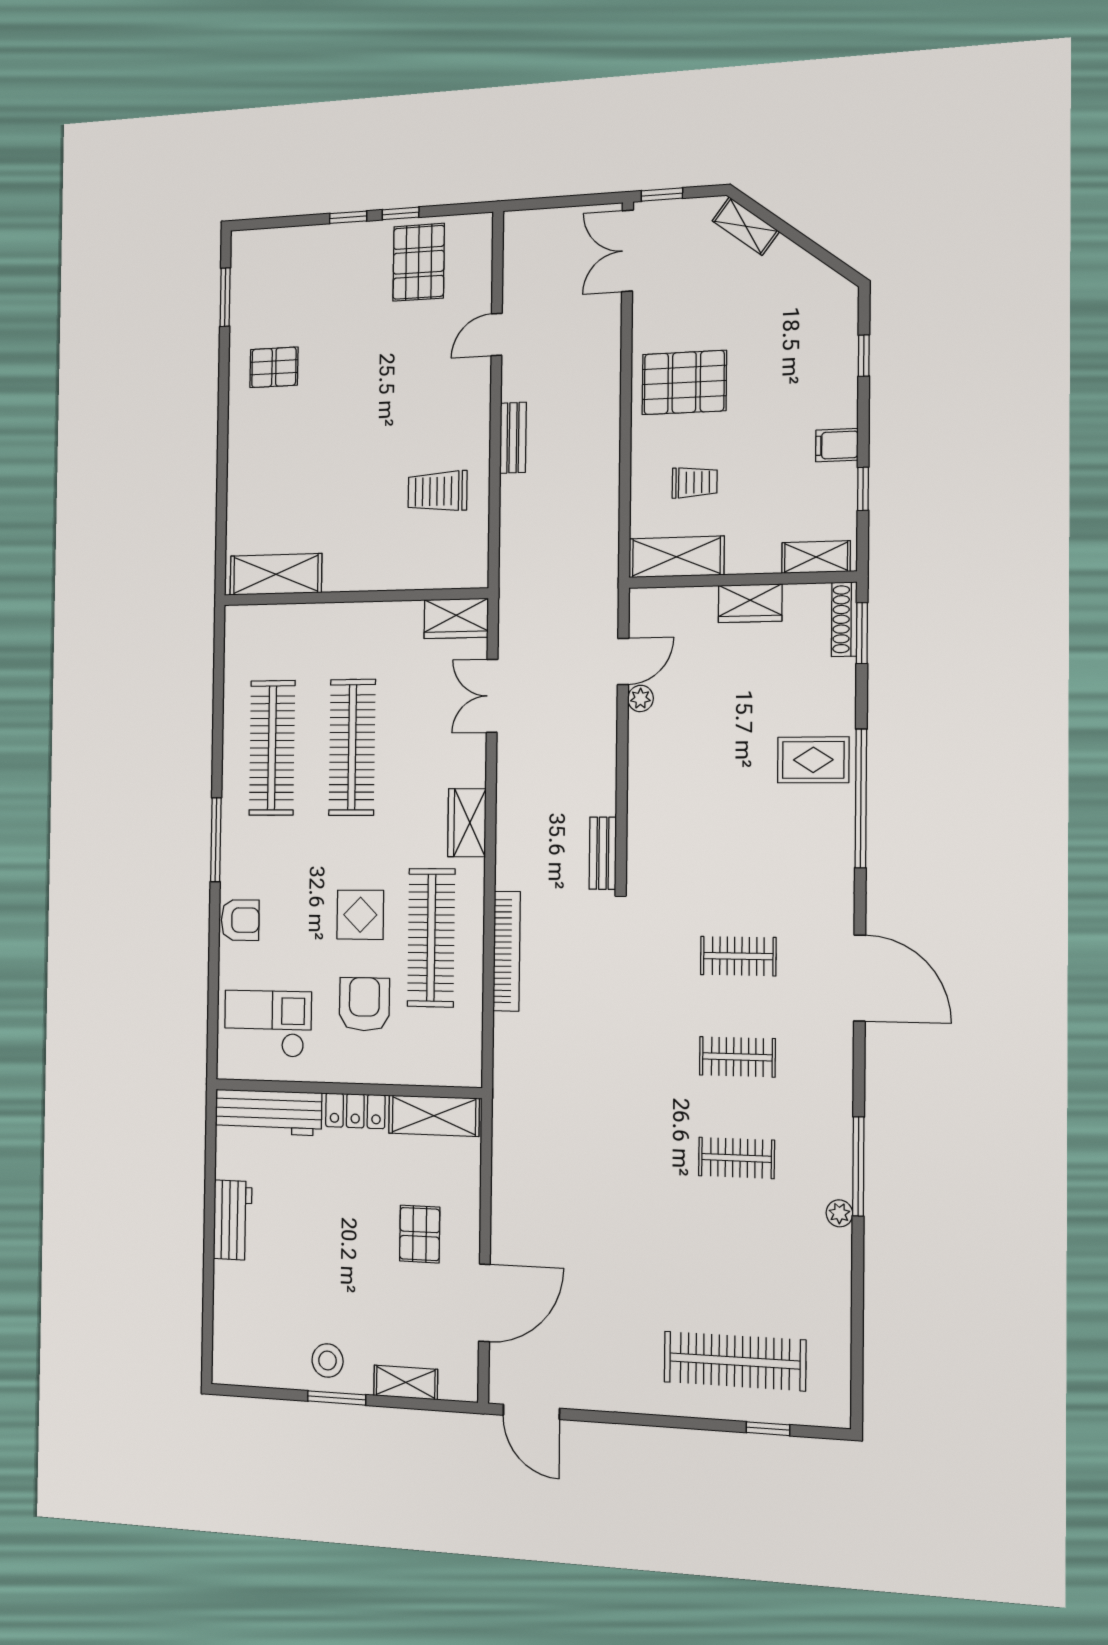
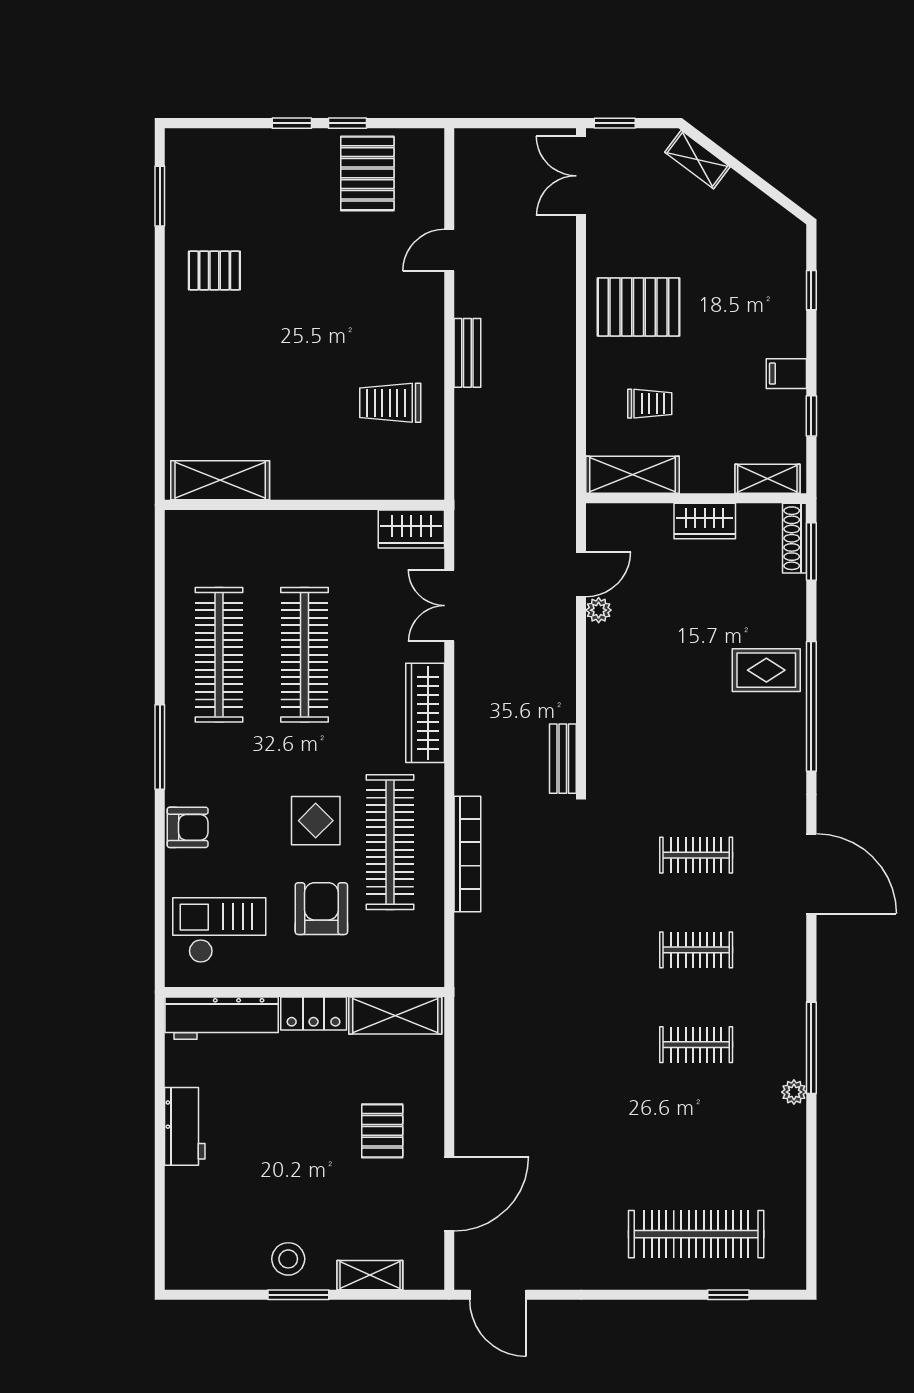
wardrobe: (467, 823) -> (425, 713), width x1.50

